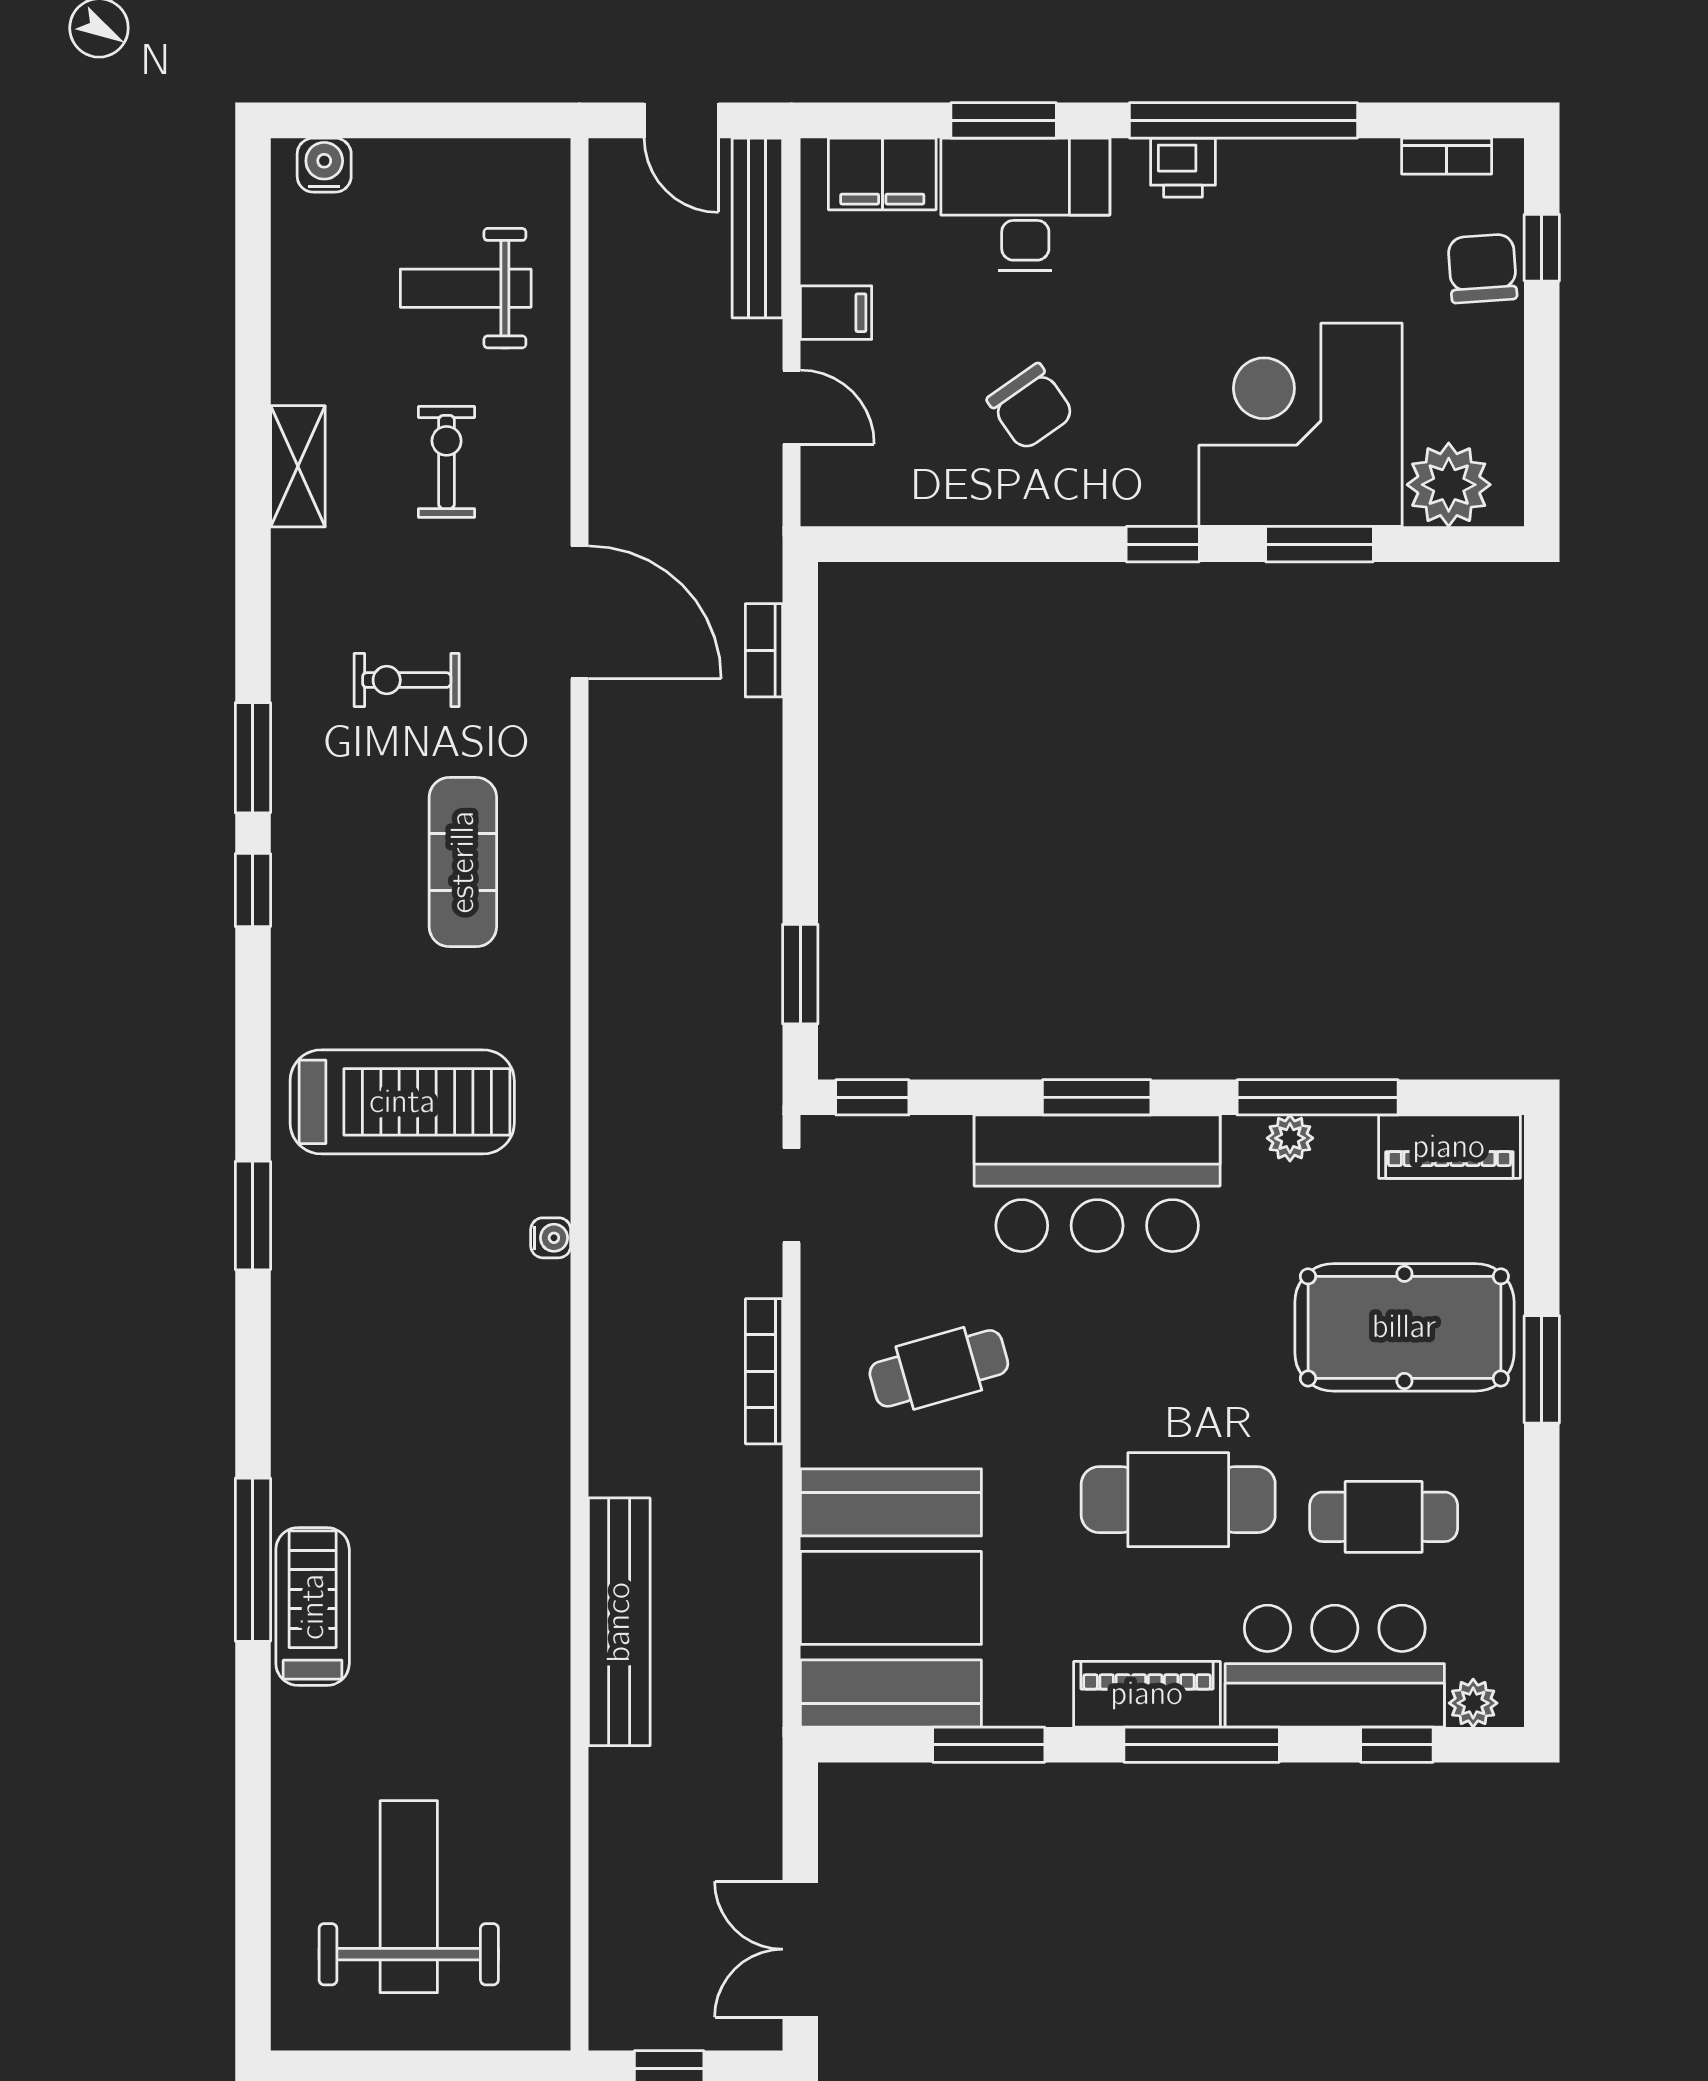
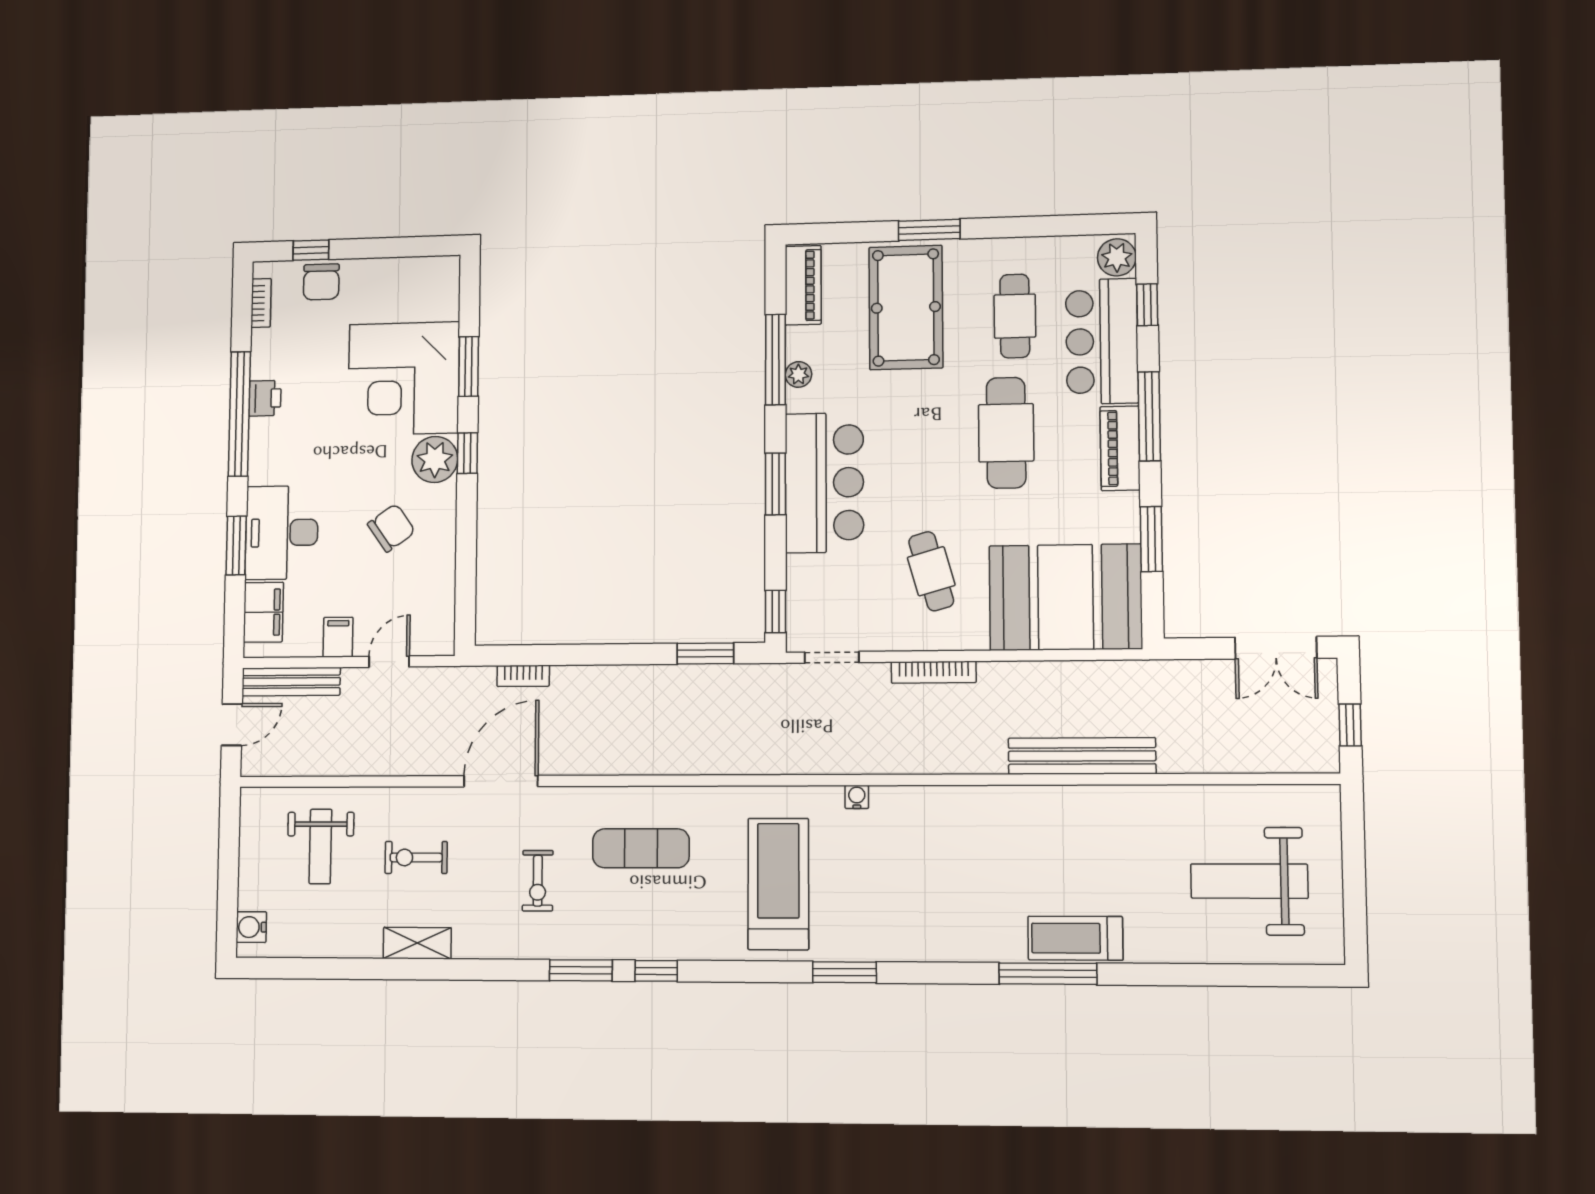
printer: (1183, 168) -> (265, 398), moved
chair: (1482, 268) -> (321, 282), turned -86
plant: (1449, 485) -> (435, 459), moved
plant: (1473, 1703) -> (1117, 257), width x1.38, depth x1.38

